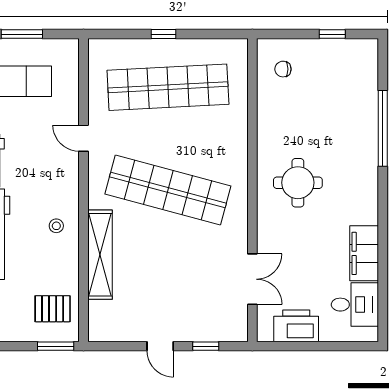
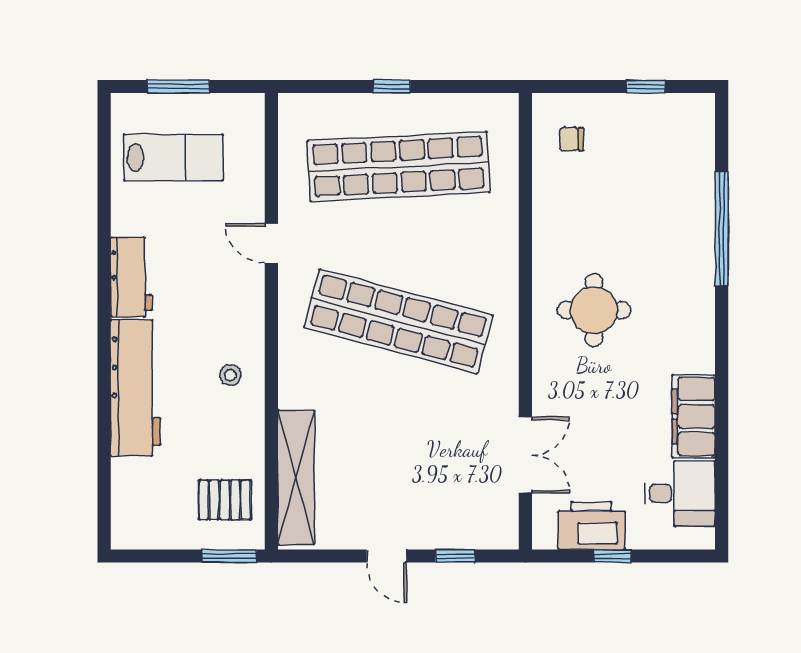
shelving: (100, 255) -> (296, 477), moved
window: (310, 346) -> (612, 556), added

